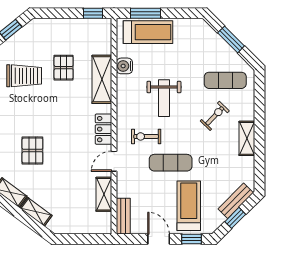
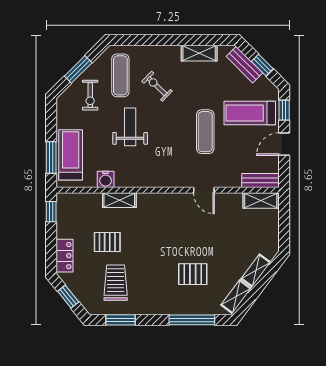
shelving: (102, 79) -> (119, 200), width x0.67, depth x0.75
weight bench: (164, 98) -> (130, 127), moved, turned -90
locker: (103, 129) -> (65, 256), moved, turned -90
exercise bike: (146, 136) -> (90, 95), moved
shelving: (247, 138) -> (199, 53), moved
shelving: (104, 194) -> (261, 200), moved

